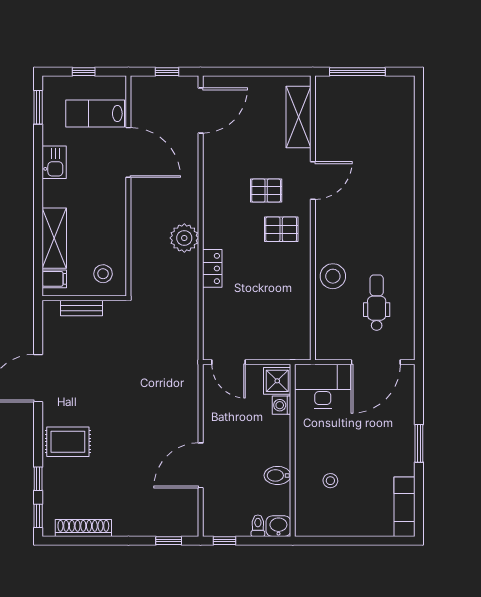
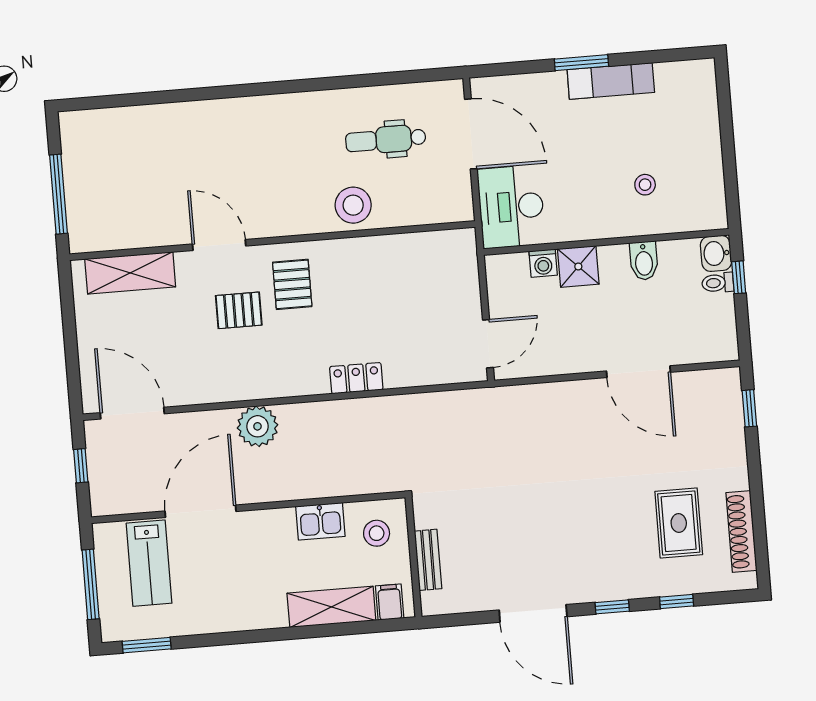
window: (84, 72) -> (91, 584), width x2.17
kitchen sink: (54, 162) -> (320, 521), moved, turned 180
pallet: (266, 191) -> (239, 310), turned 90
plant: (184, 238) -> (258, 426), moved
shower: (277, 381) -> (578, 266), moved
rug: (68, 442) -> (679, 523), moved
exam couch: (405, 507) -> (611, 81), moved
window: (38, 516) -> (612, 607), moved
window: (225, 541) -> (739, 277), moved

